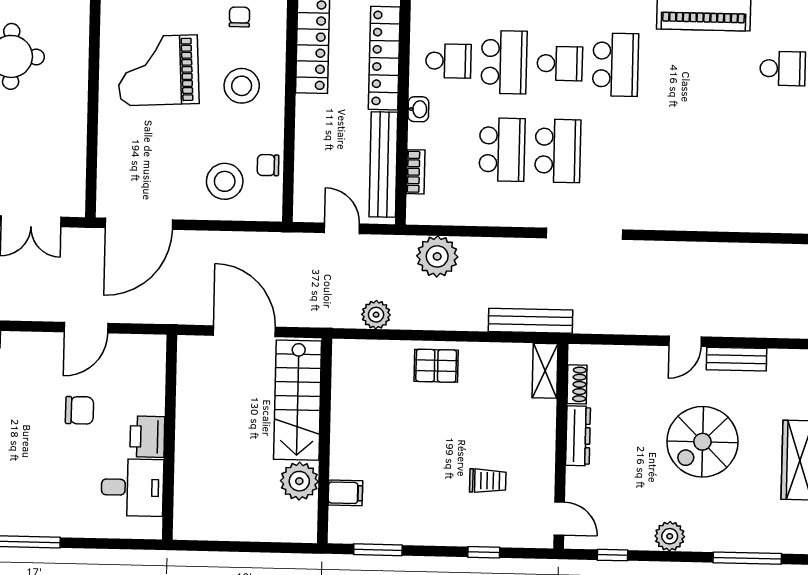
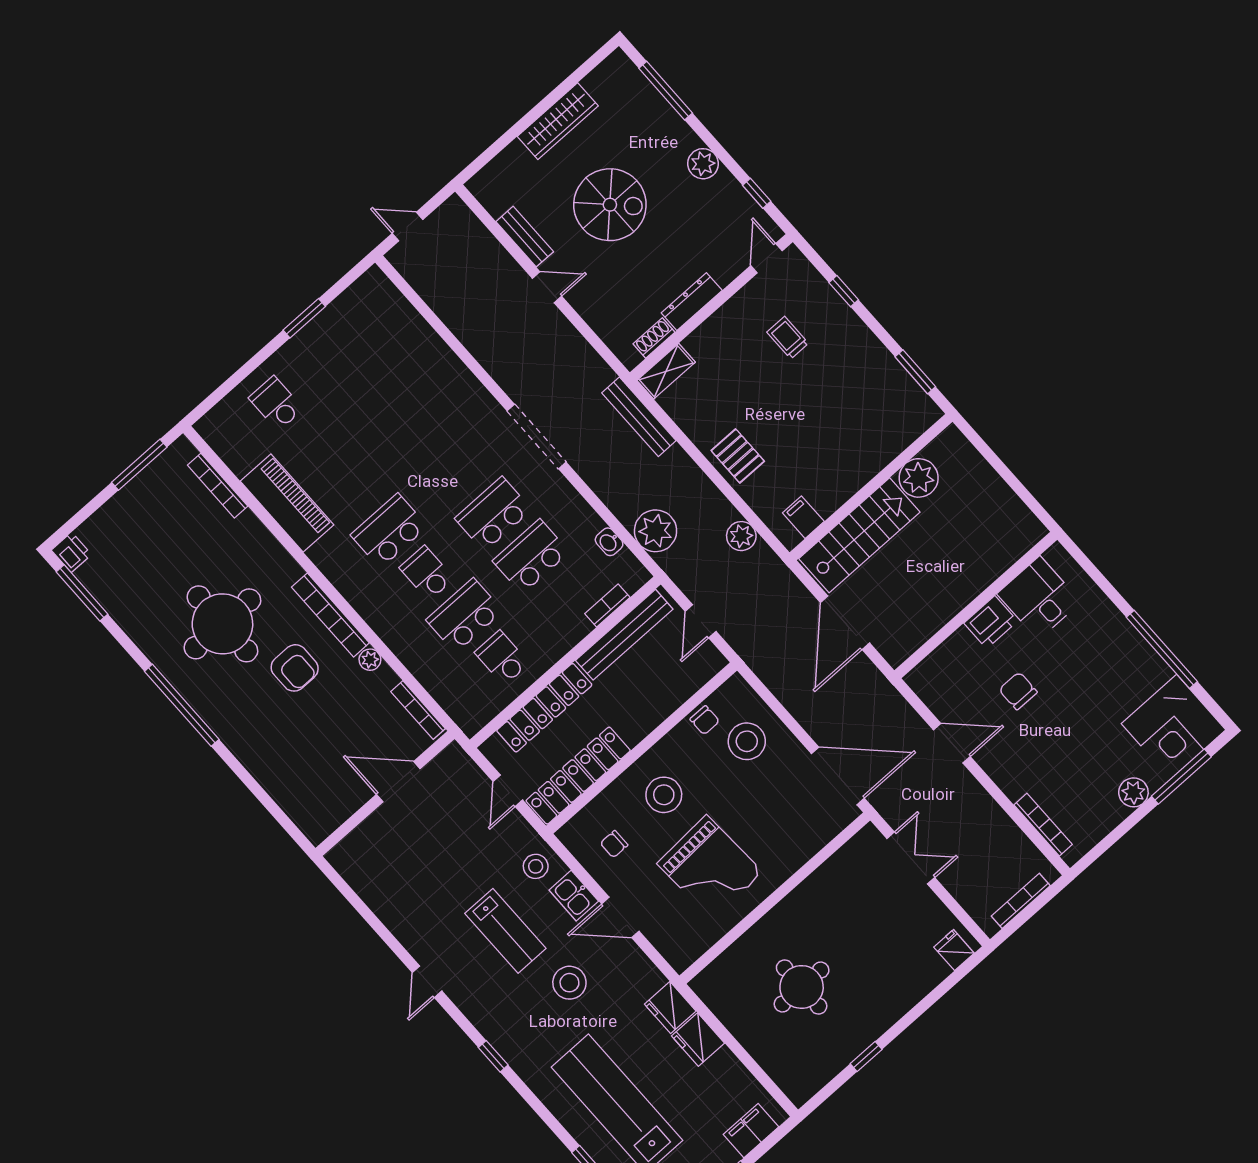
washbasin: (418, 109) -> (609, 542), moved, turned -90
filing cabinet: (345, 493) -> (803, 517), moved

